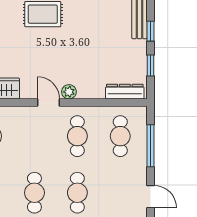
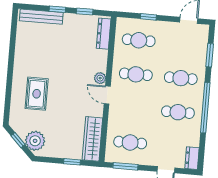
door: (49, 103) -> (107, 95), hinge flipped
window: (150, 146) -> (148, 17), width x0.46

